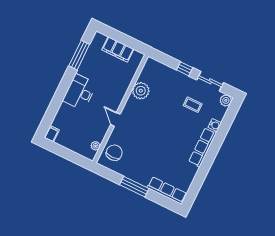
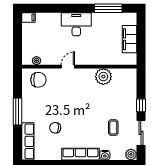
chair: (167, 159) -> (55, 128), added

